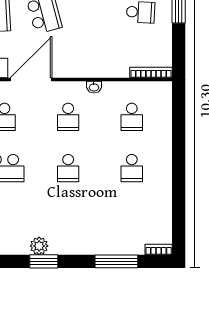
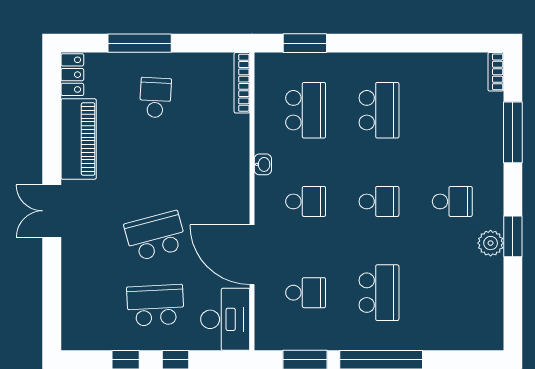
window: (179, 116) -> (305, 43), added
school desk: (132, 117) -> (306, 110), width x1.85
school desk: (132, 168) -> (379, 110), width x1.85
school desk: (68, 219) -> (452, 201), added

